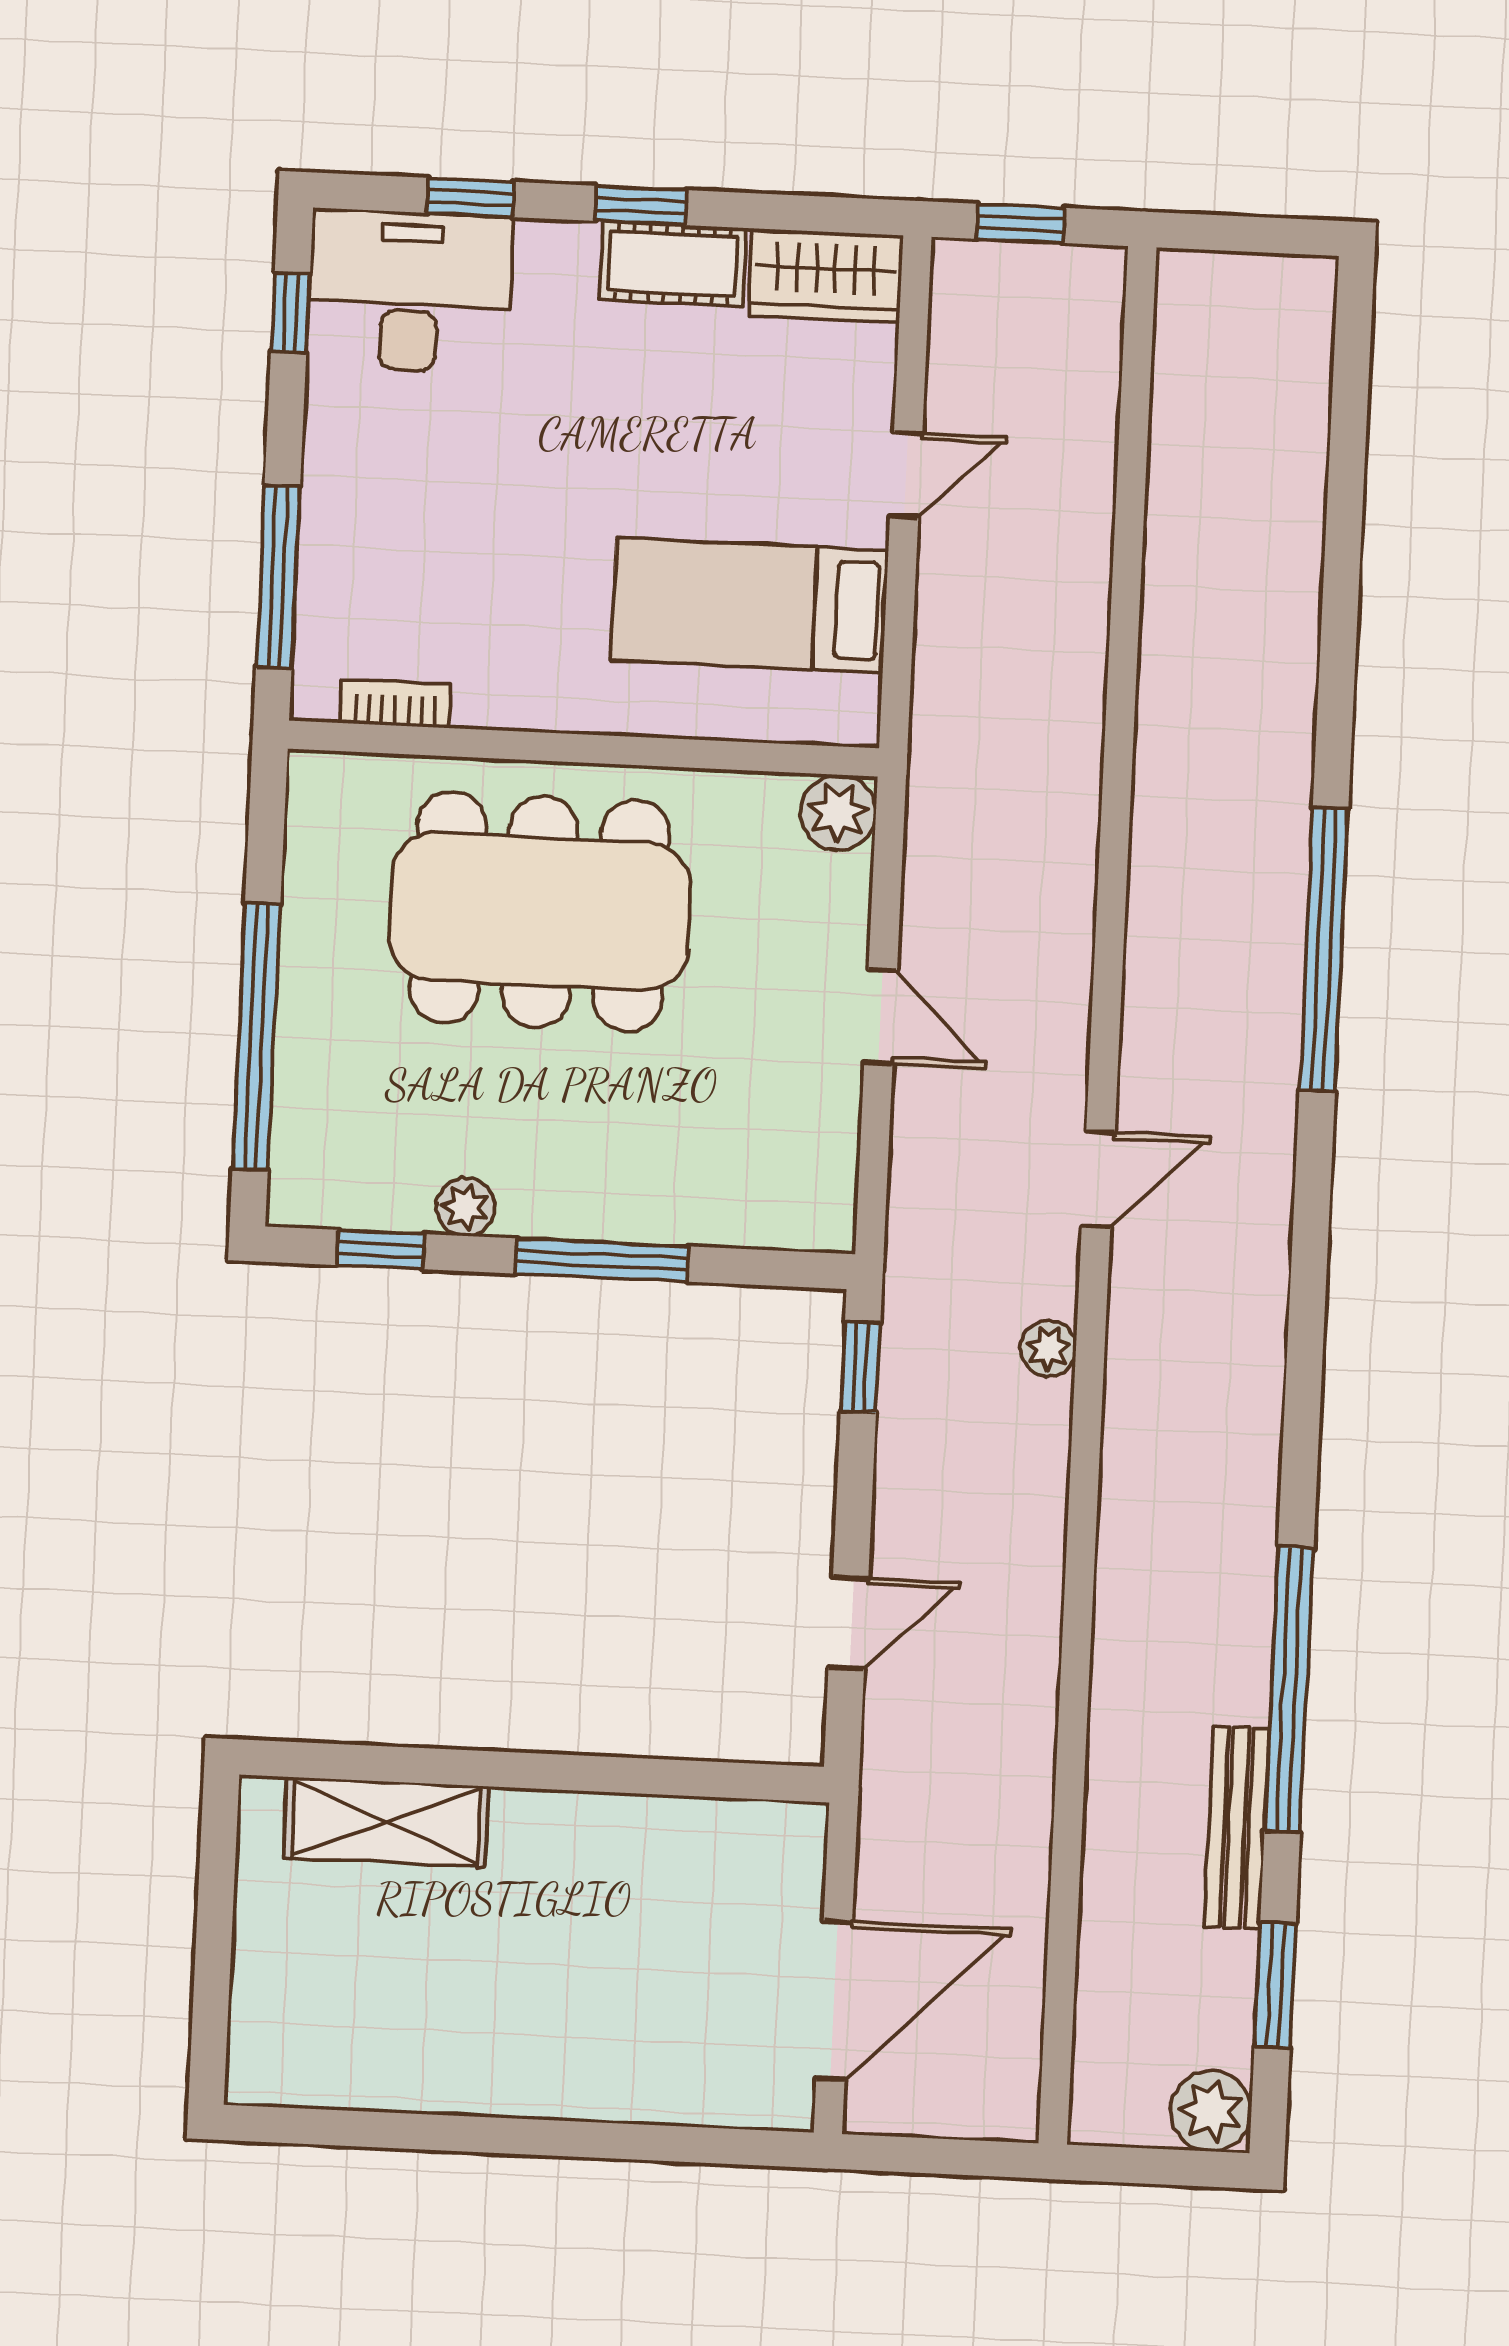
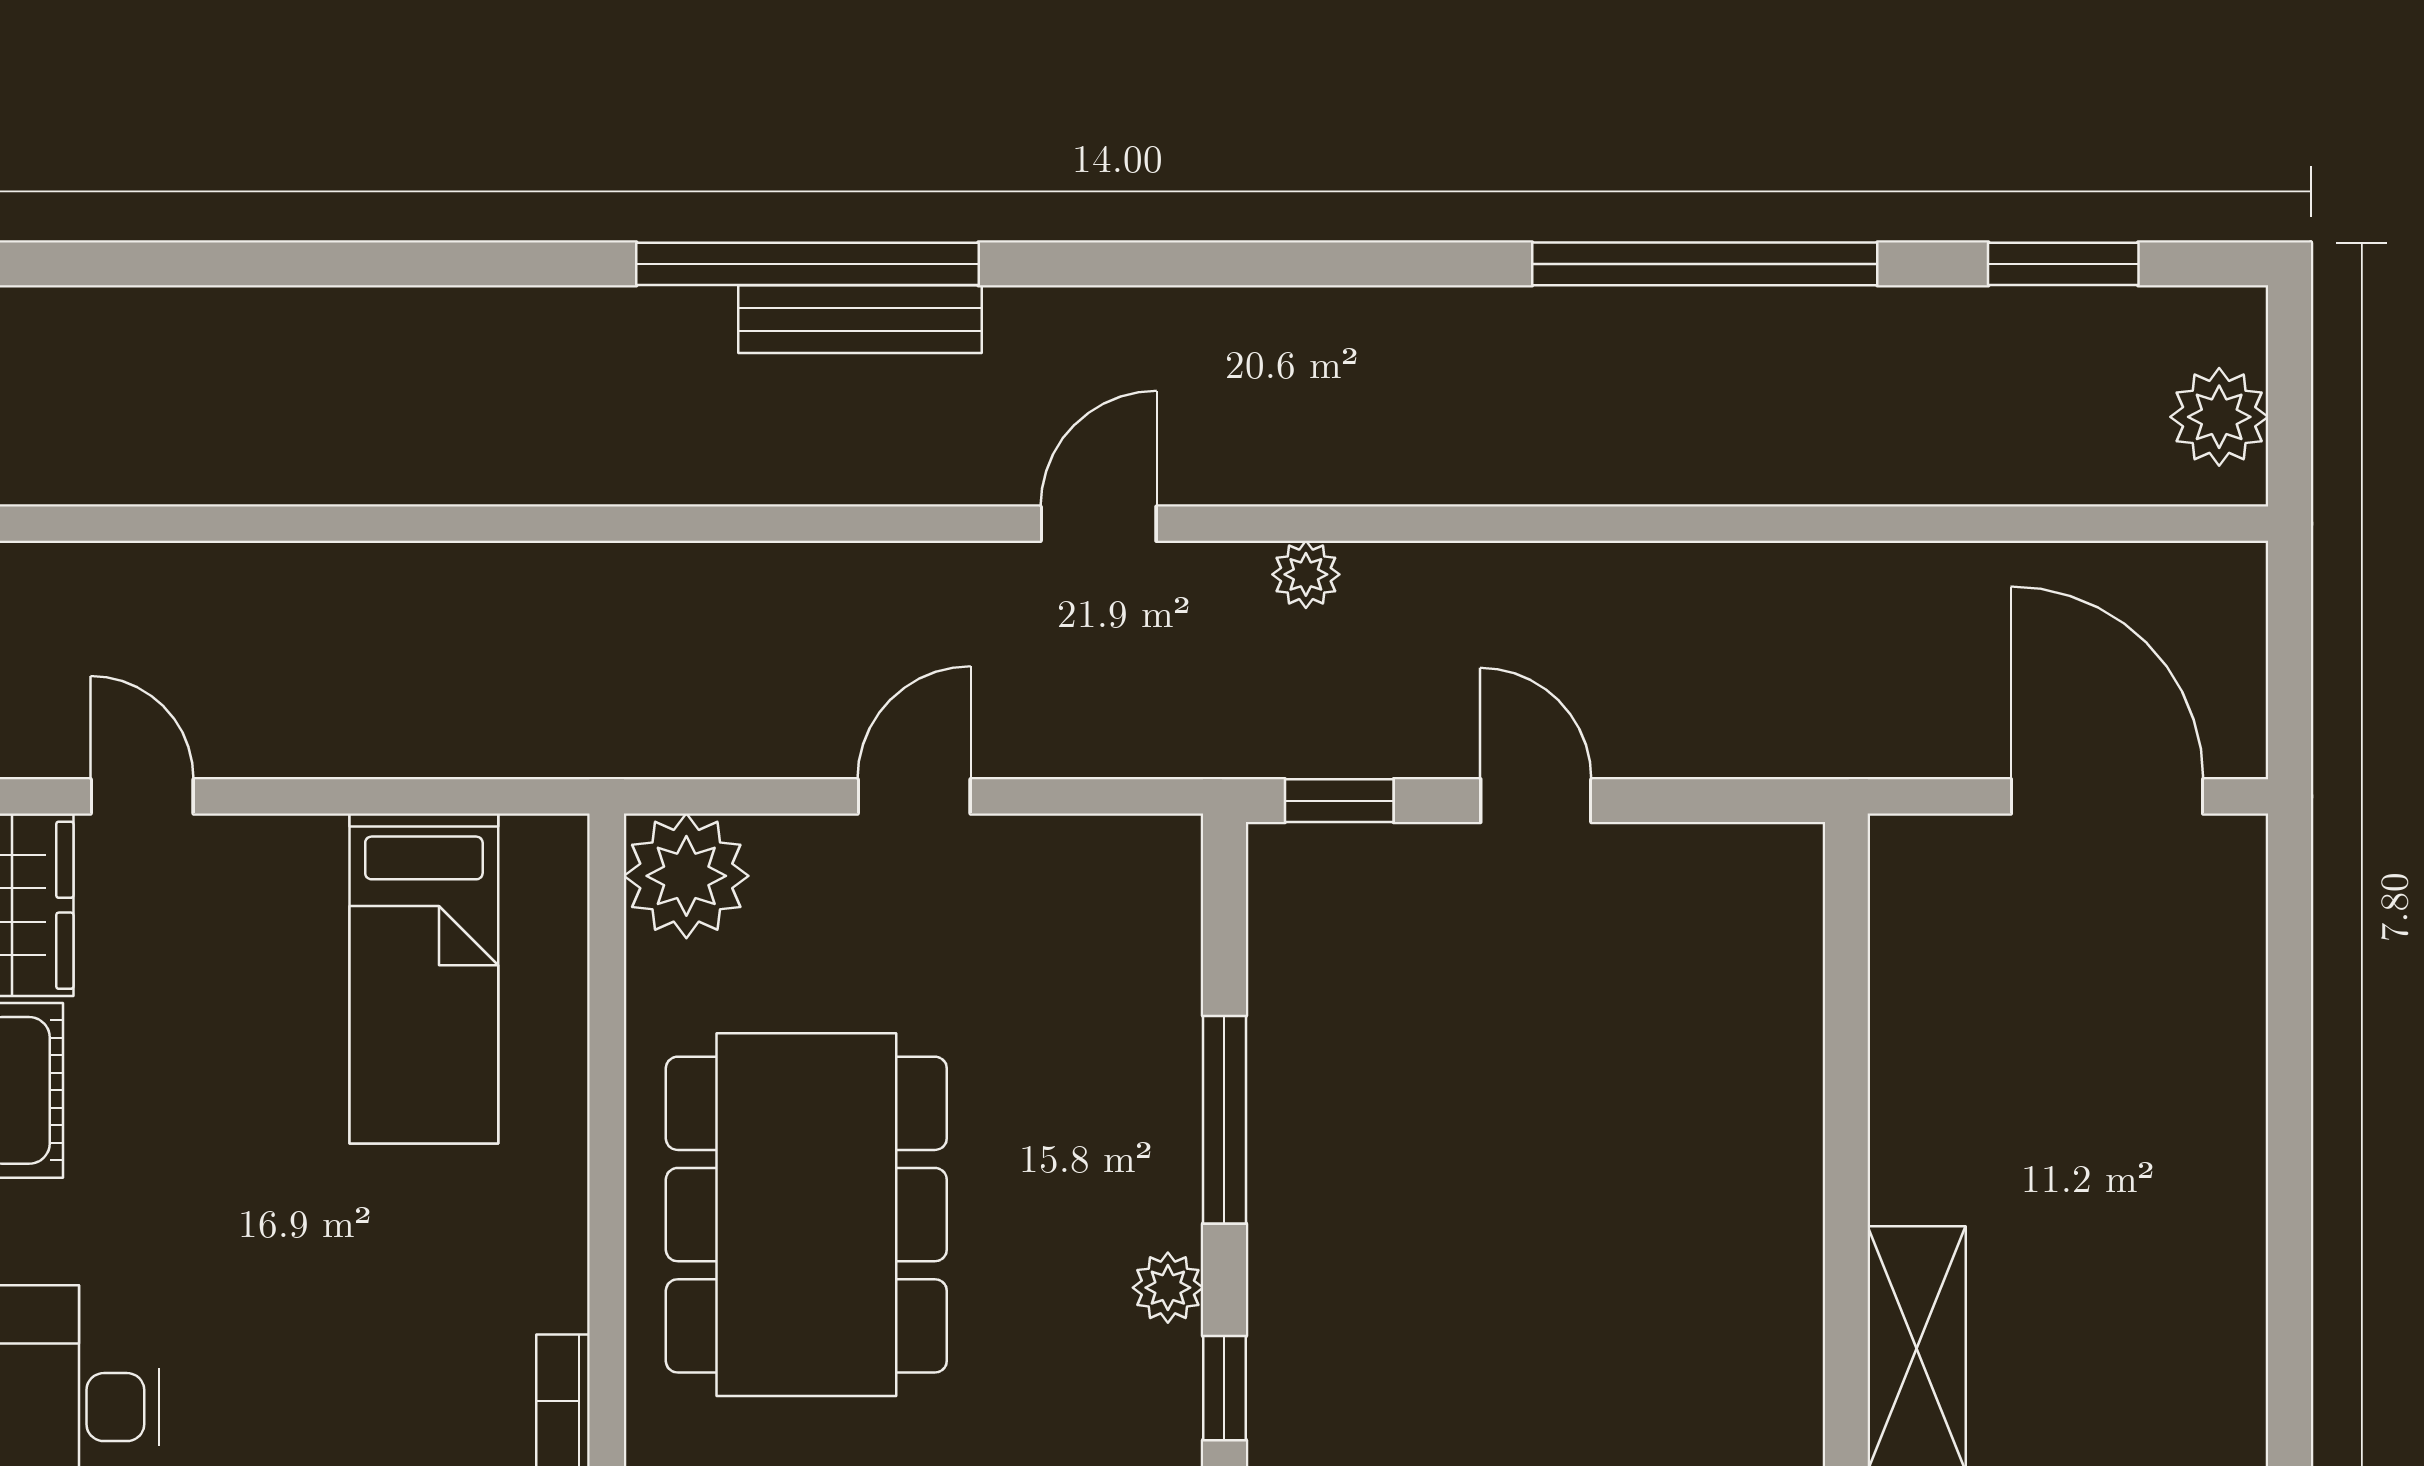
door: (906, 475) -> (142, 796), moved
plant: (838, 813) -> (686, 876), width x1.36, depth x1.36
door: (1098, 1179) -> (1099, 524), hinge flipped
door: (848, 1623) -> (1536, 801), moved
bench: (1237, 1828) -> (860, 319), moved
plant: (1211, 2111) -> (2219, 417), moved

